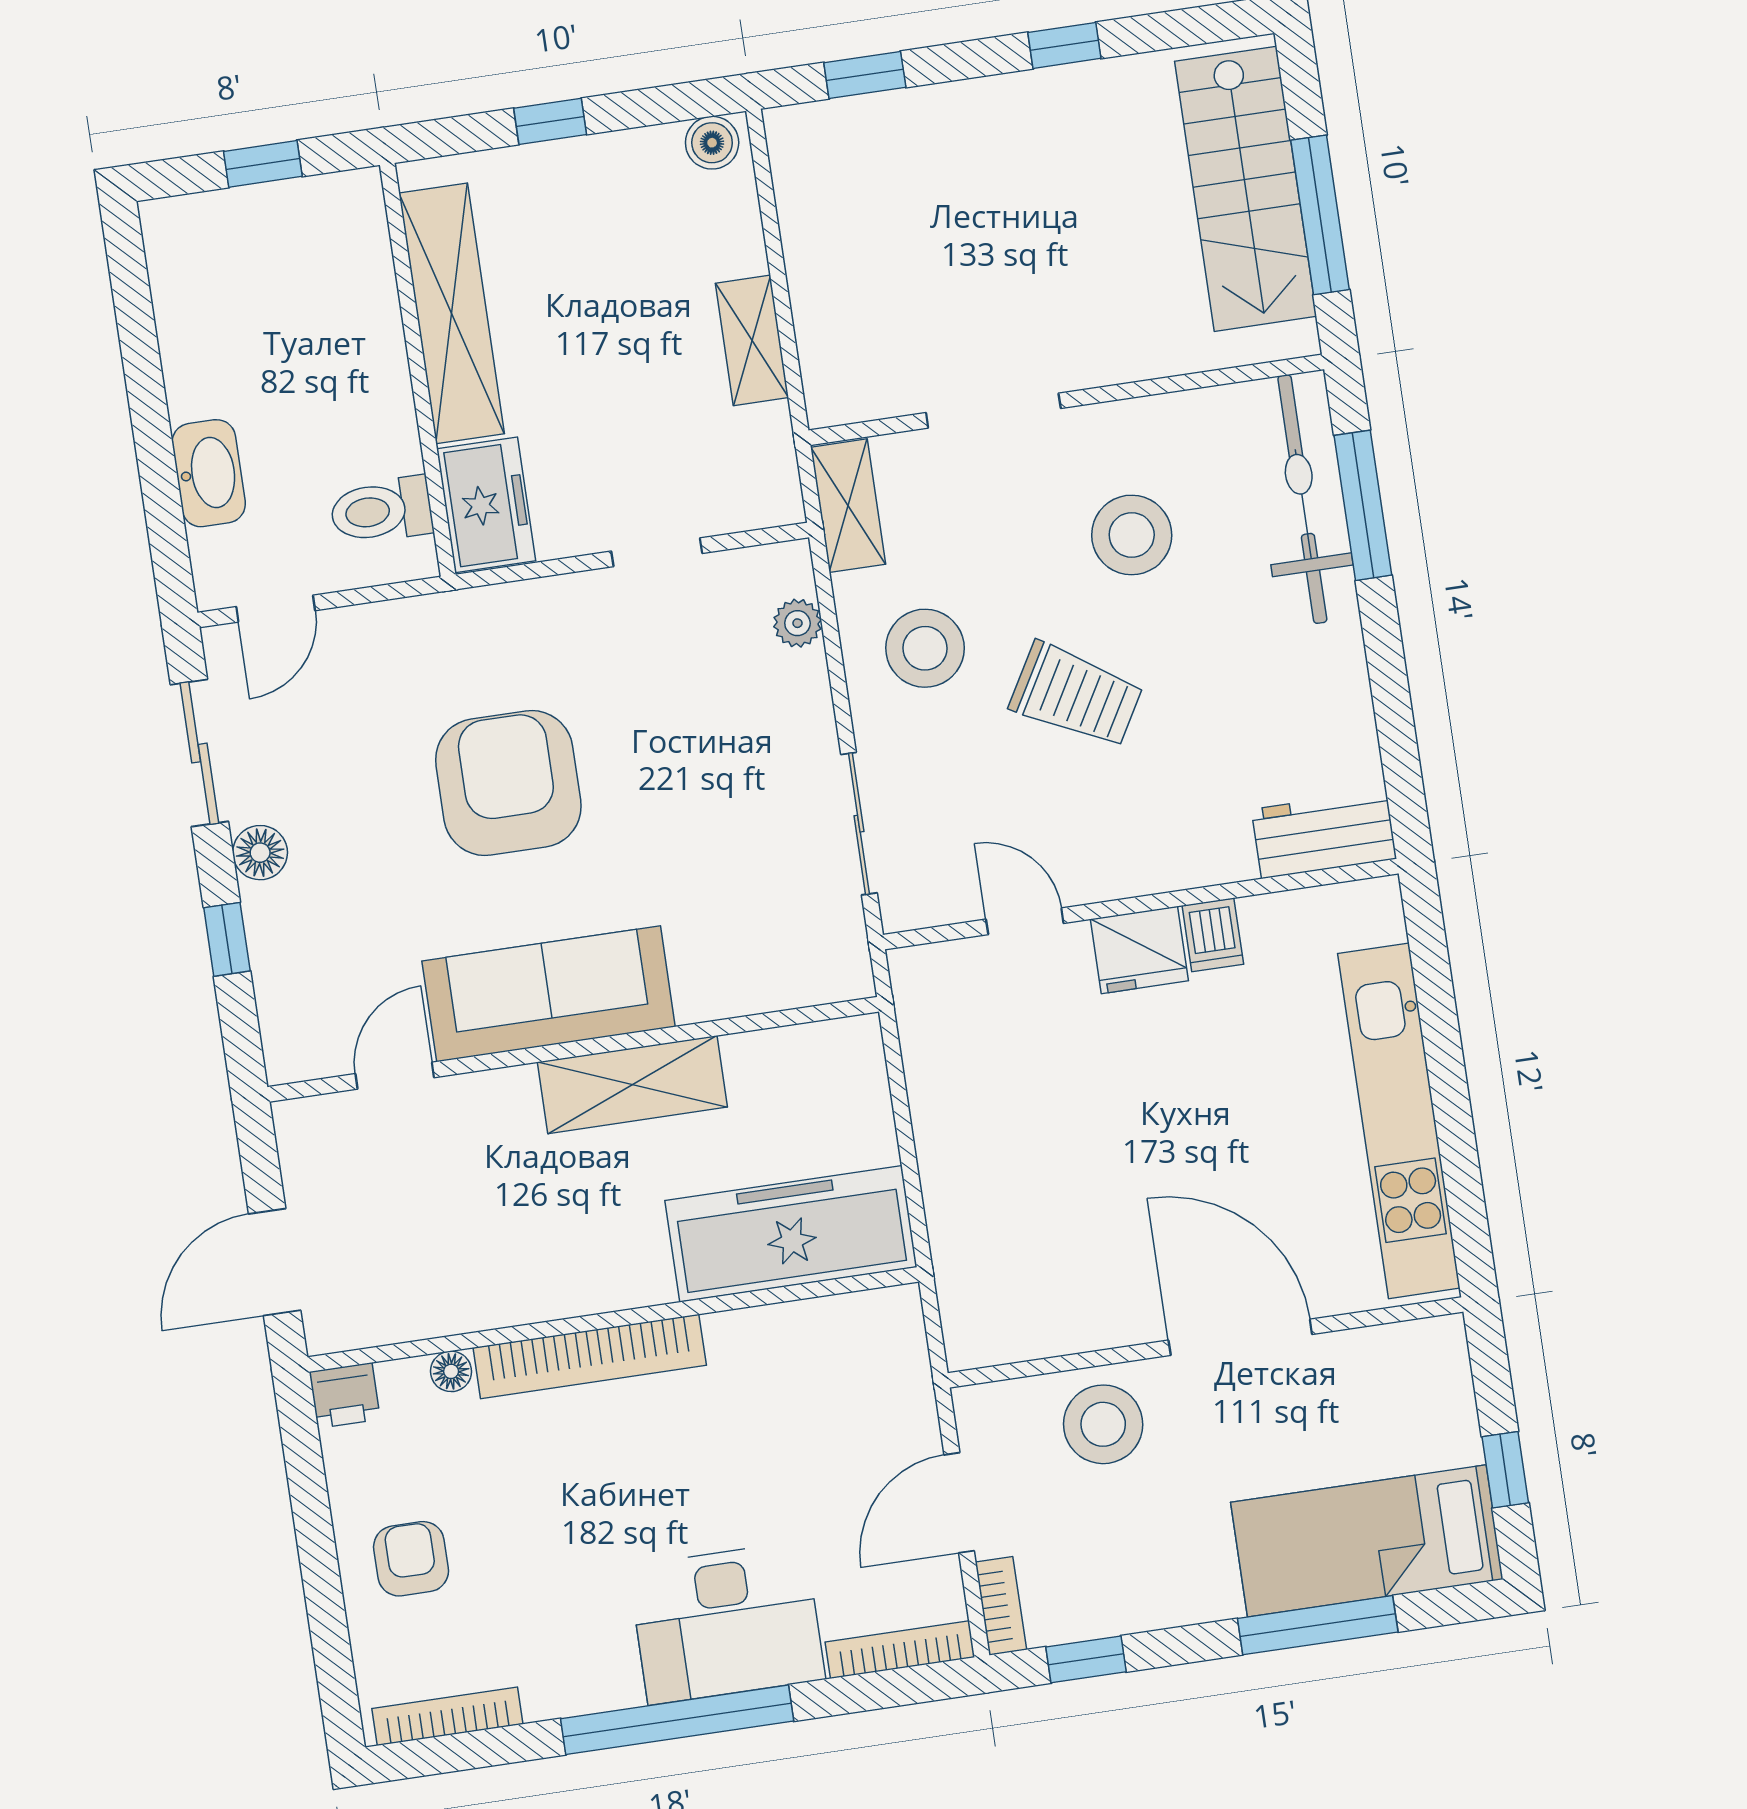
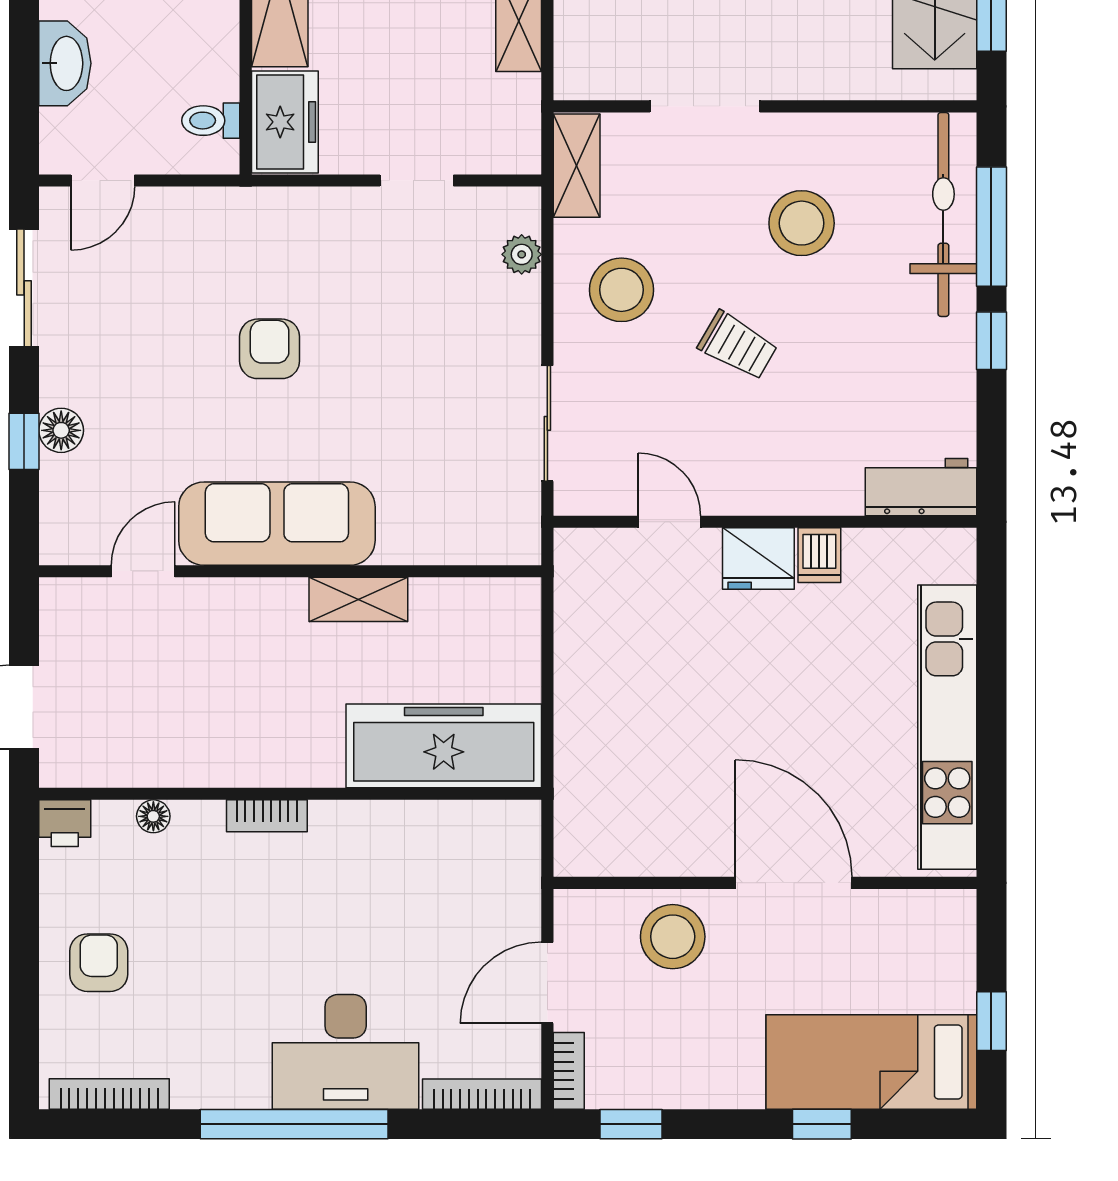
toilet: (381, 510) -> (211, 121), width x0.73, depth x0.72
window: (1383, 644) -> (991, 341), added
trolley: (1076, 695) -> (738, 346), width x0.73, depth x0.72
armchair: (508, 783) -> (270, 349), width x0.53, depth x0.53
floor lamp: (260, 853) -> (61, 430), moved
shelving: (632, 1085) -> (358, 599), width x0.67, depth x0.75
bookcase: (590, 1356) -> (267, 816), width x0.43, depth x0.76
window: (1318, 1625) -> (822, 1124), width x0.46

